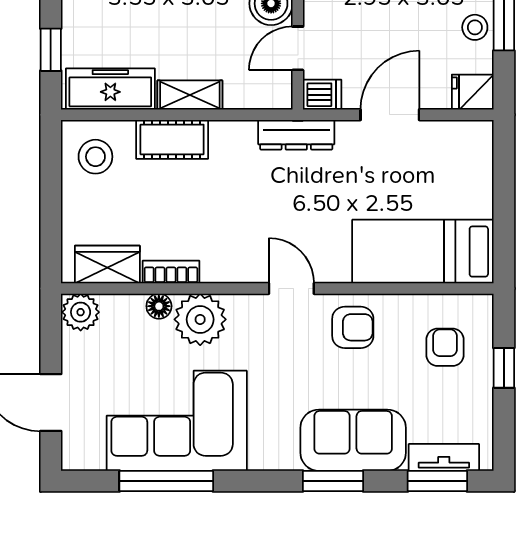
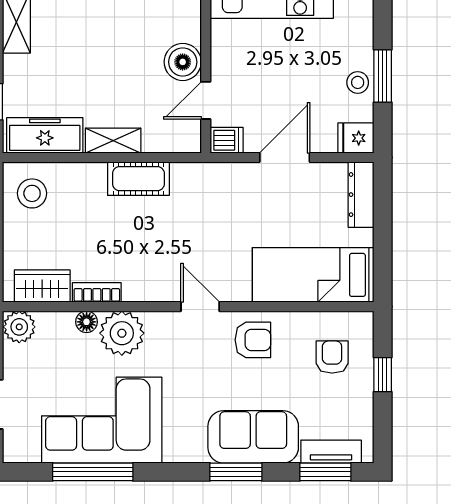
dresser: (296, 135) -> (361, 195), moved, turned 90
cot: (172, 139) -> (138, 179), moved

